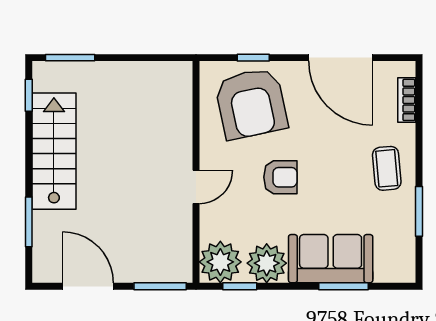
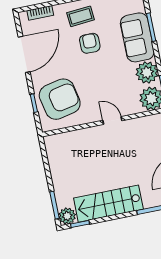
plant: (47, 76) -> (67, 216), added
armchair: (280, 177) -> (90, 43), moved

